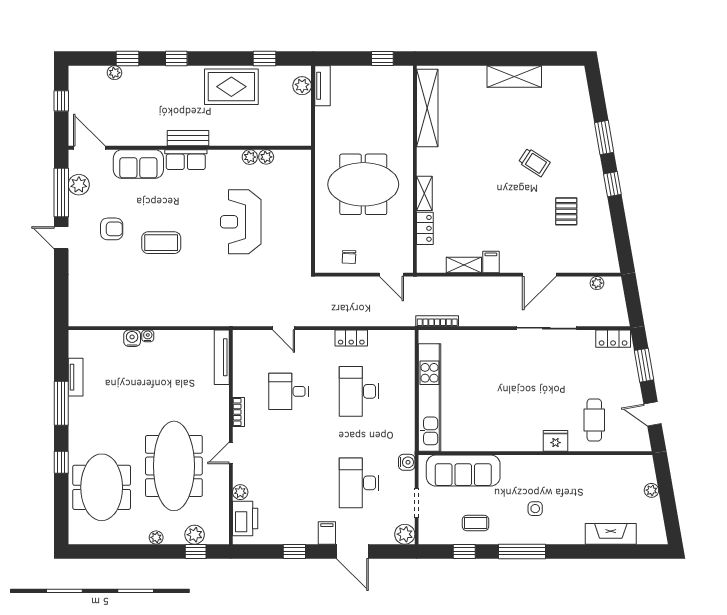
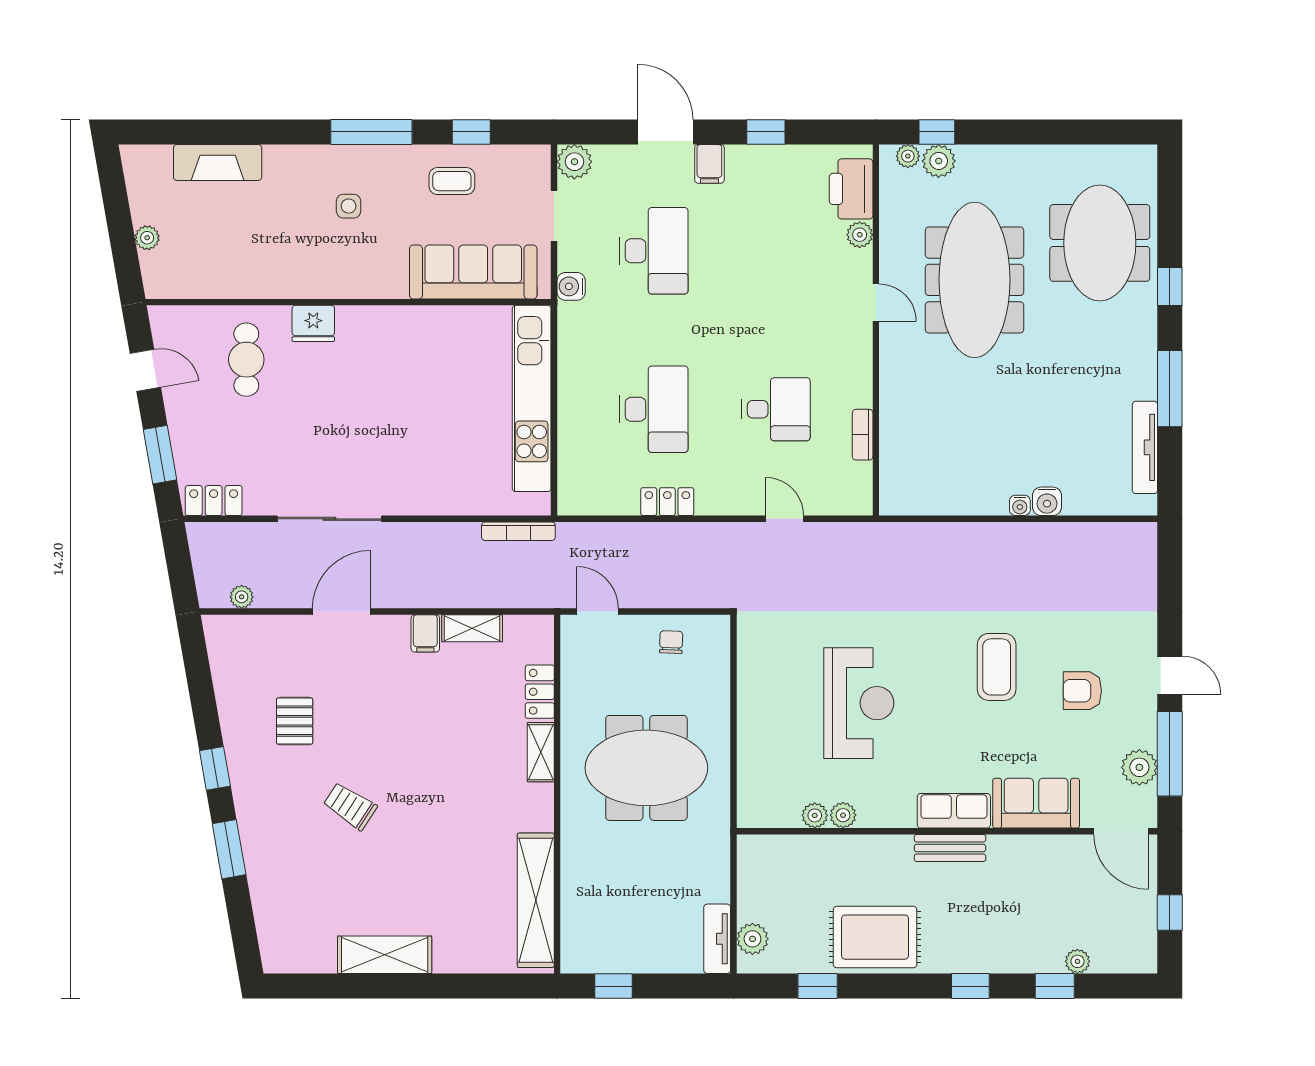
coffee table: (161, 243) -> (997, 667), turned 90
tv unit: (222, 357) -> (892, 468), removed
tv unit: (76, 377) -> (1145, 447), width x1.41
bookcase: (239, 412) -> (863, 435), moved
door: (231, 453) -> (876, 303), hinge flipped
plant: (156, 537) -> (908, 156), moved

